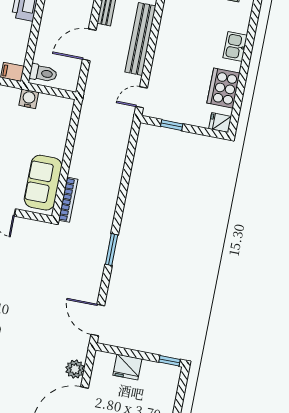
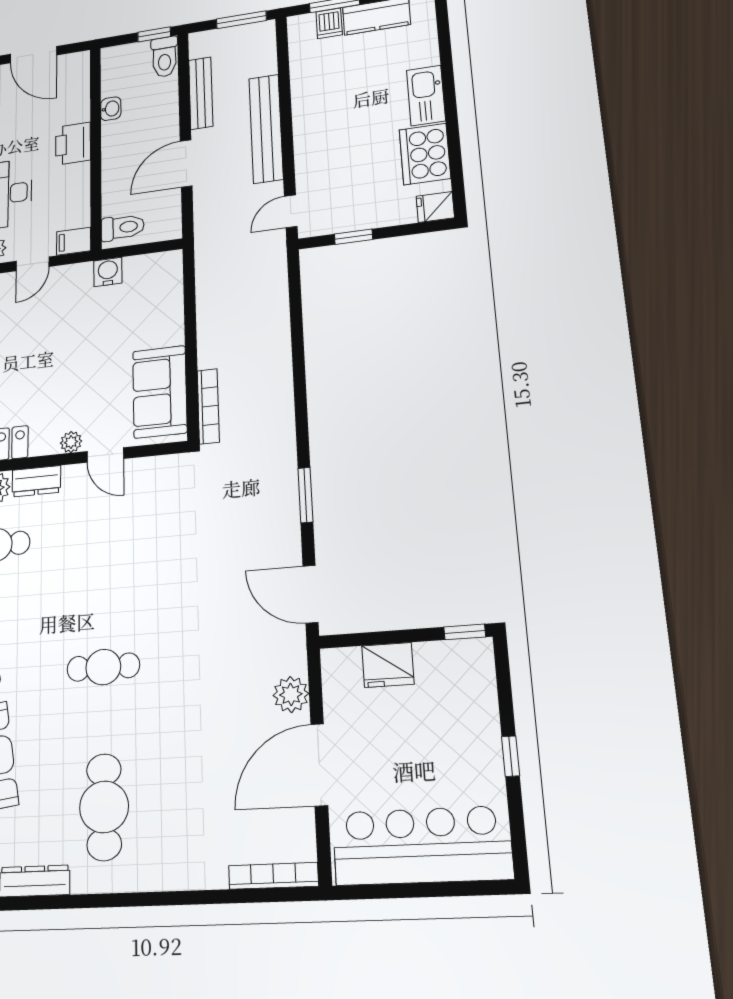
kitchen sink: (235, 46) -> (426, 96), width x1.38
window: (112, 250) -> (305, 495), moved

